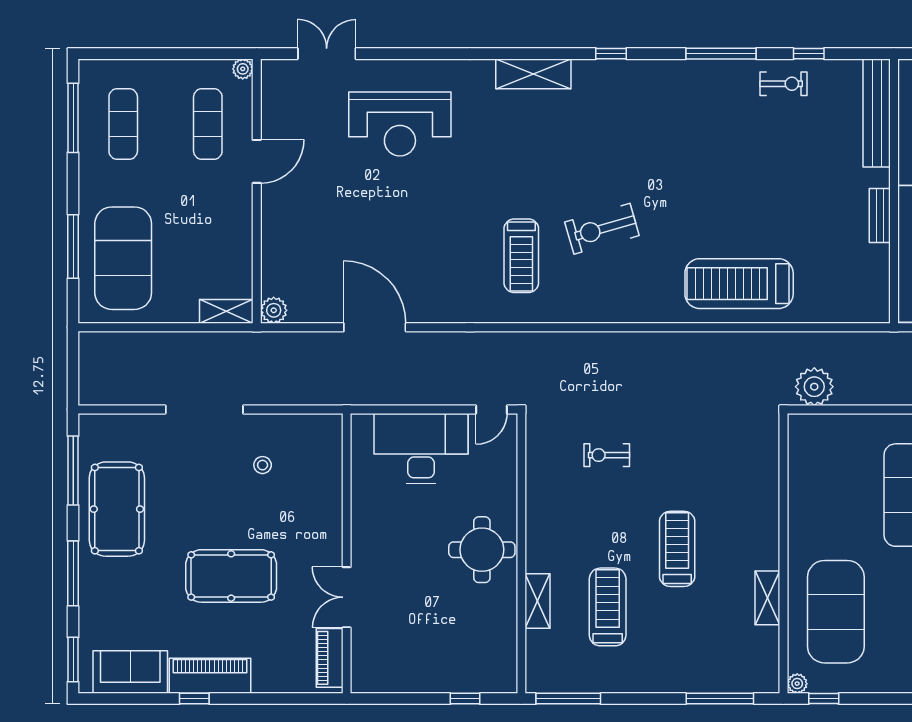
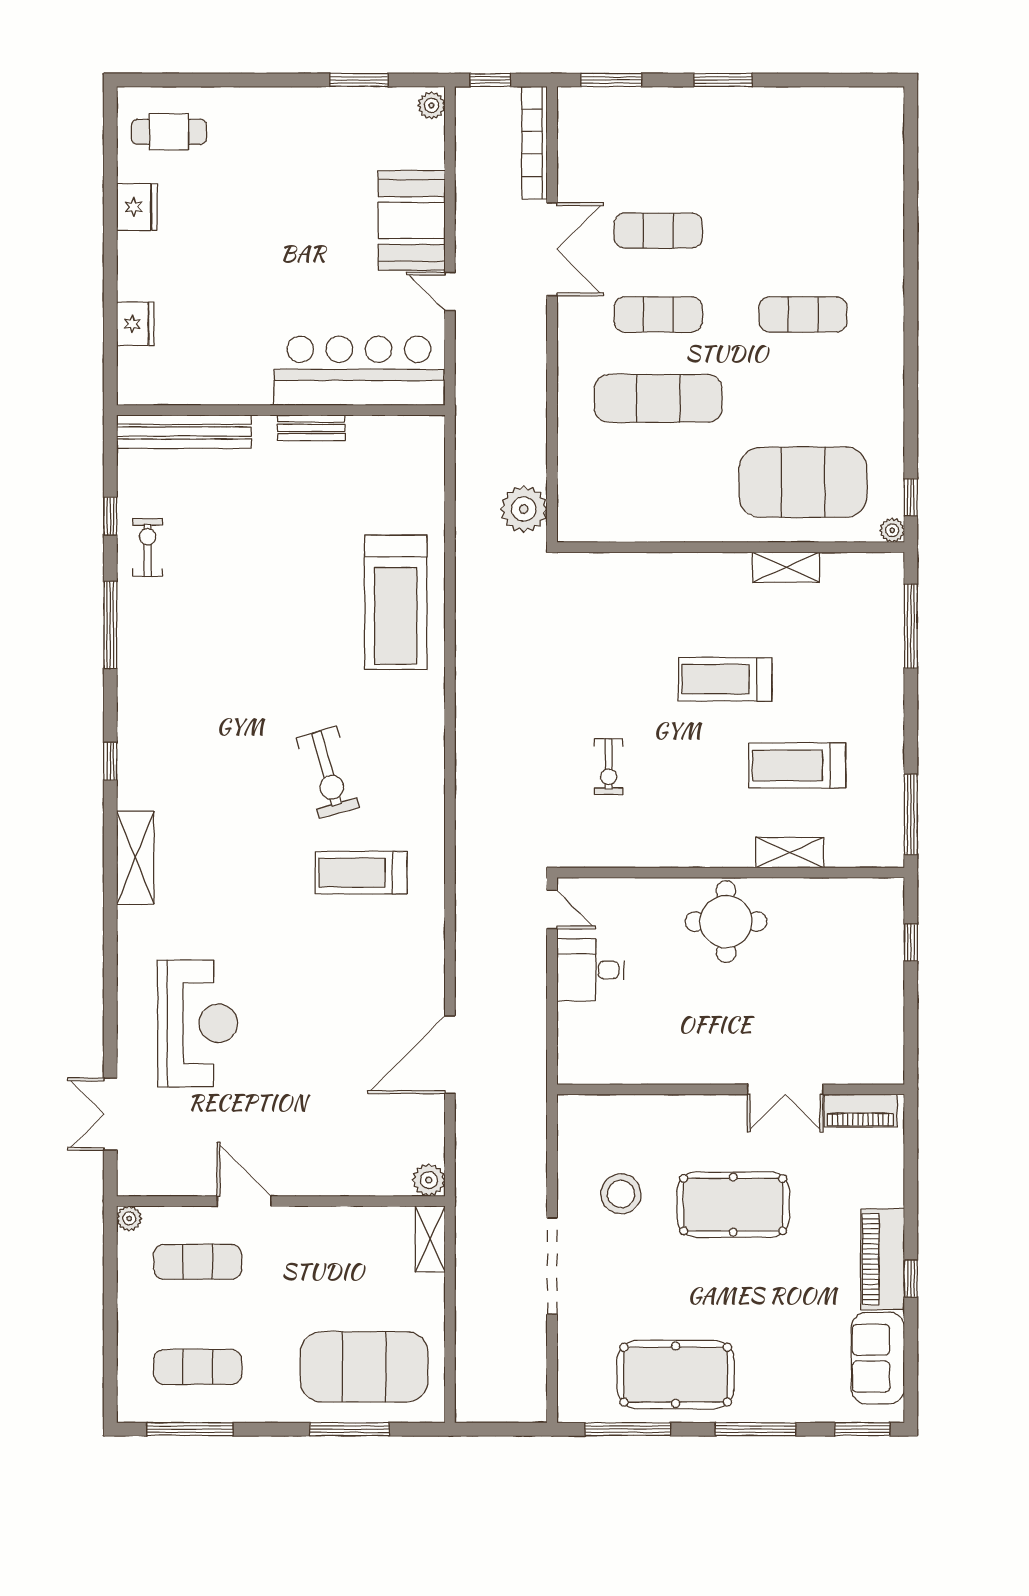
treadmill: (521, 256) -> (361, 873), turned 180
desk: (421, 448) -> (590, 970), width x0.53, depth x0.77
stool: (263, 465) -> (621, 1194), width x1.89, depth x1.89
pool table: (231, 576) -> (733, 1205), moved, turned 90

